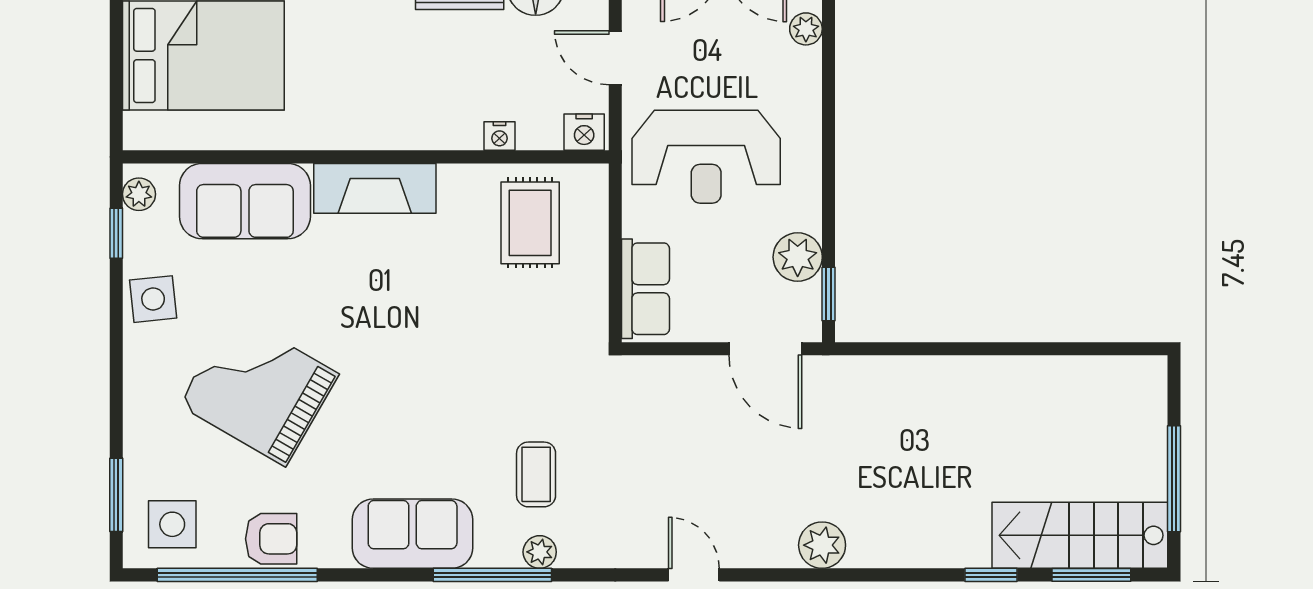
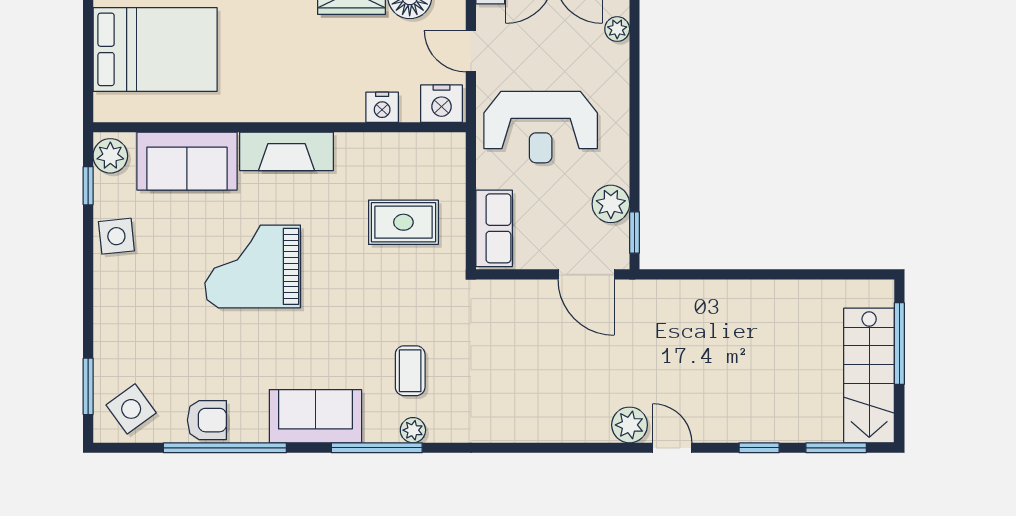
nightstand: (584, 132) -> (442, 104), width x1.36, depth x1.33
nightstand: (499, 136) -> (382, 107), width x1.39, depth x1.35
plant: (139, 194) -> (110, 156), width x1.38, depth x1.38
rug: (530, 223) -> (403, 222), moved, turned 90
grand piano: (259, 389) -> (253, 266), moved, turned -30
window: (1174, 479) -> (899, 344), moved
side table: (172, 524) -> (131, 409), turned -36
stairs: (1080, 535) -> (869, 376), moved, turned -90
window: (237, 575) -> (225, 448), moved
door: (694, 575) -> (672, 448), moved

